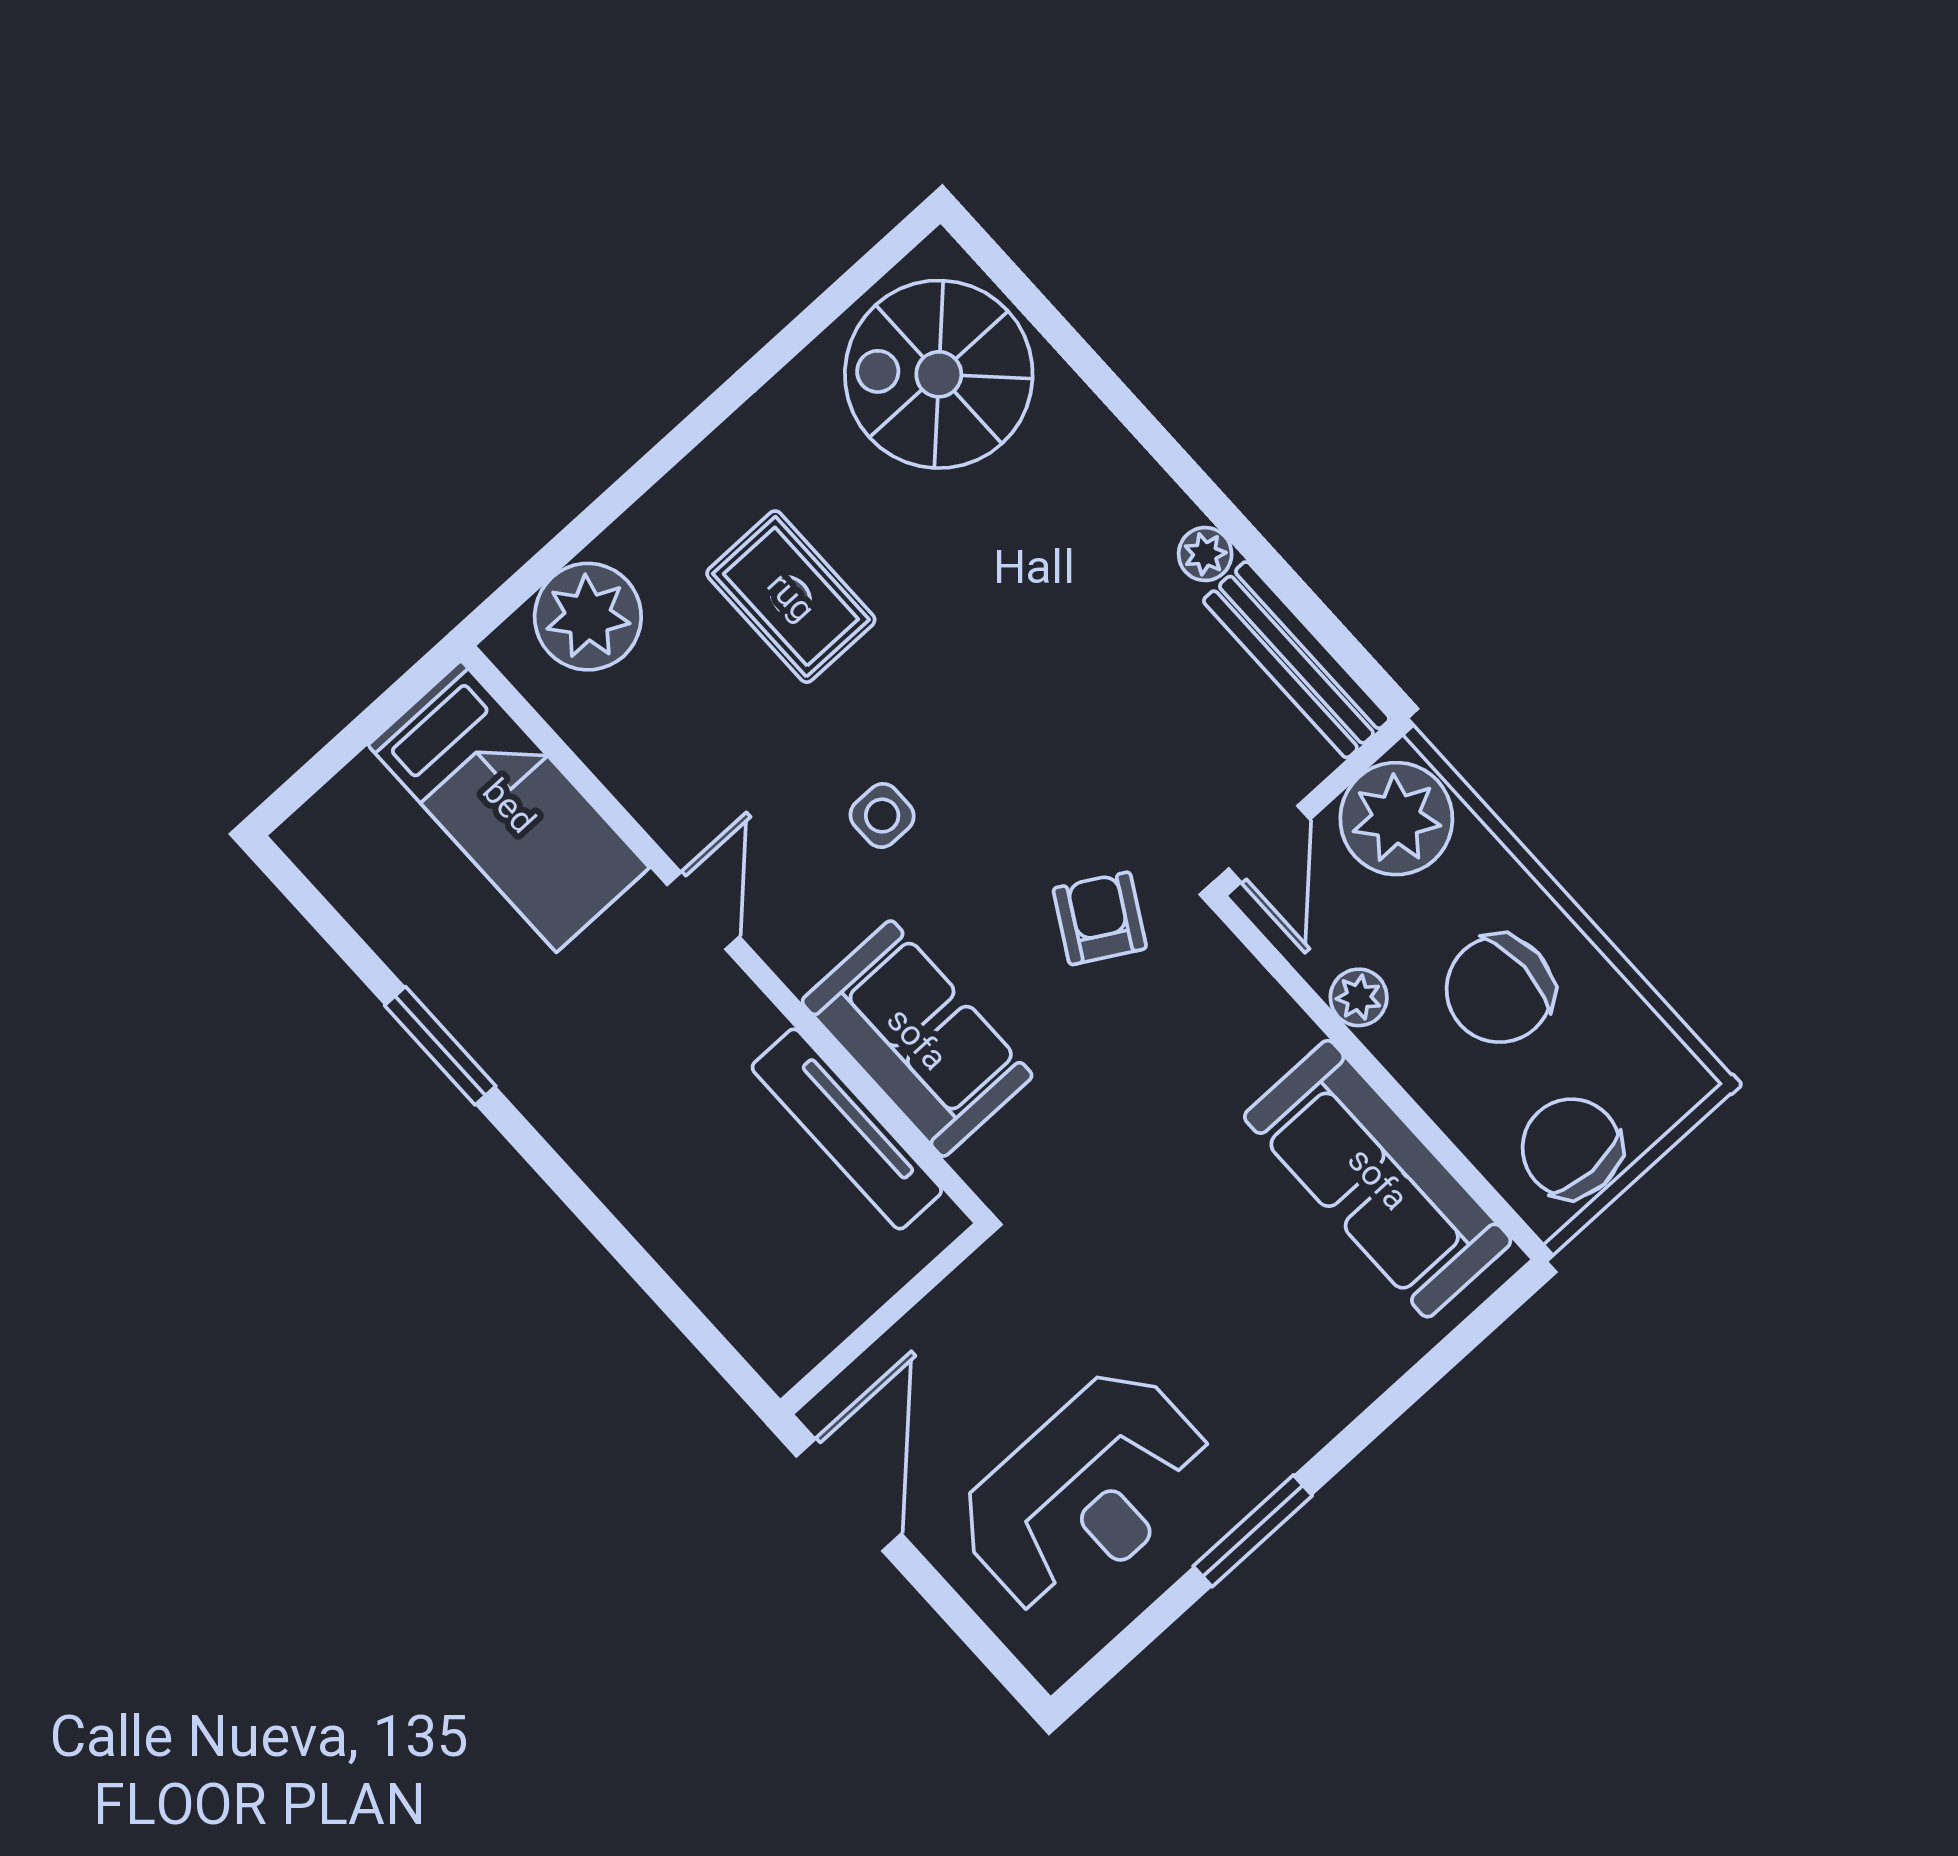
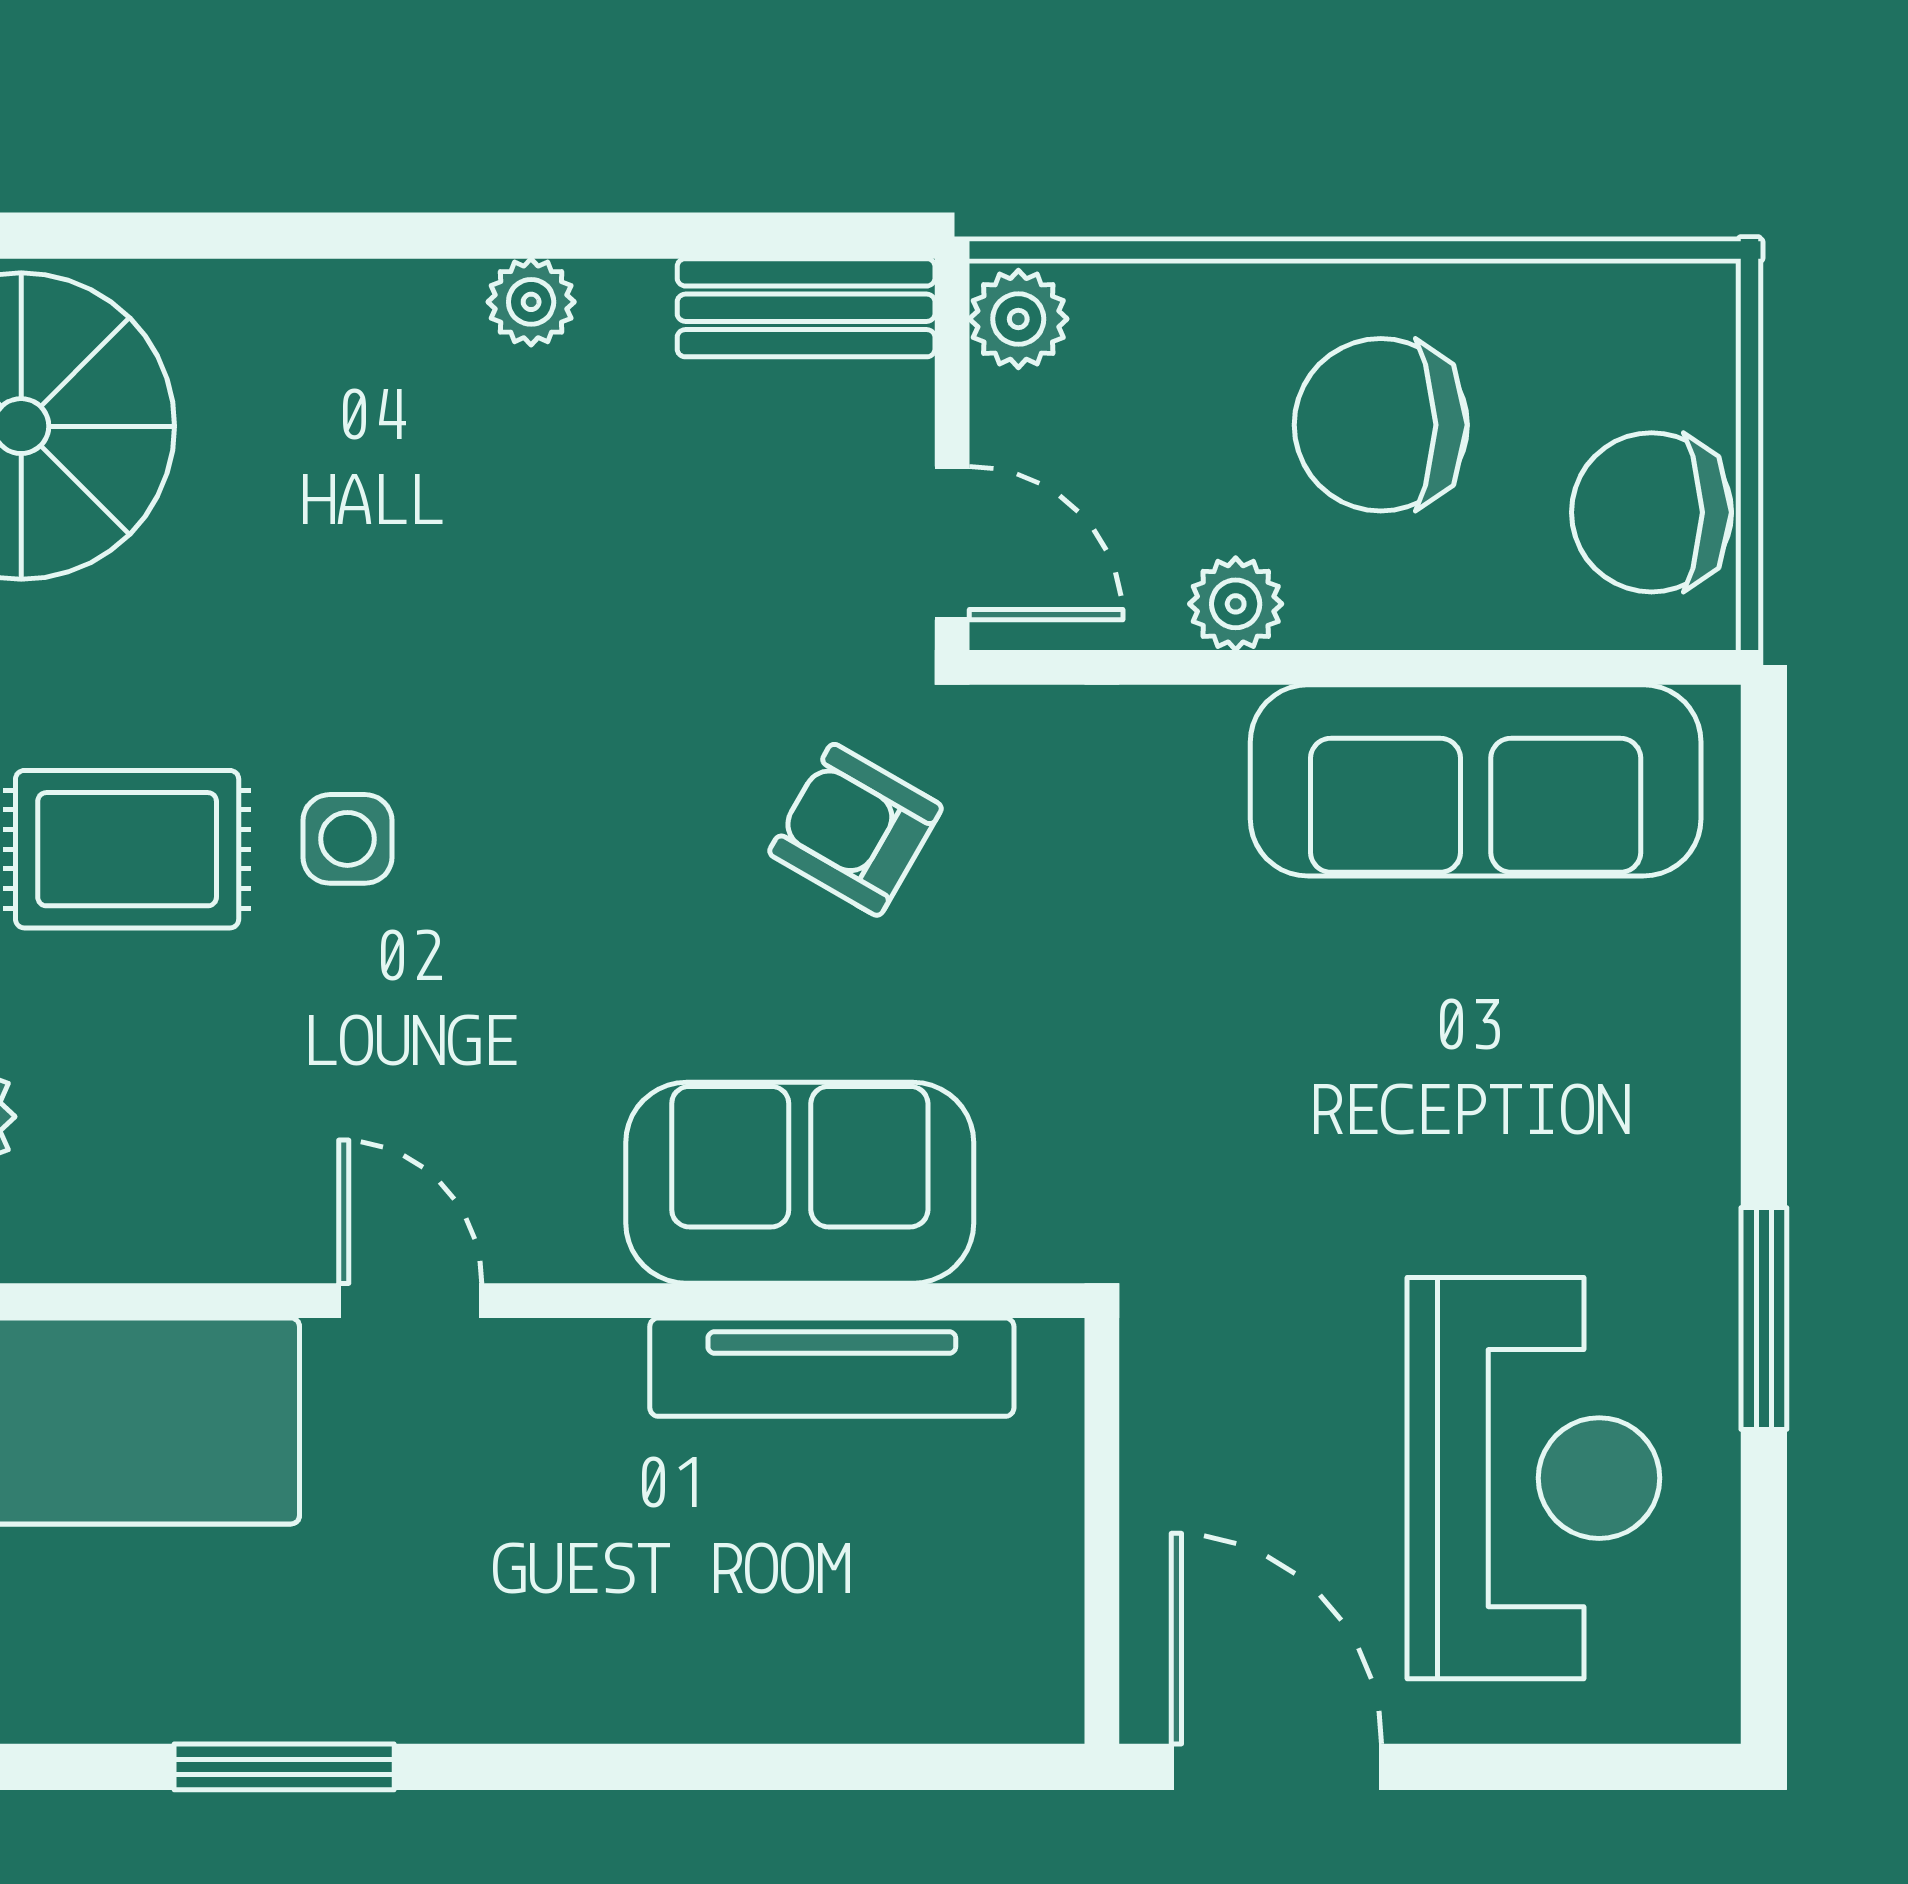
bench: (1296, 660) -> (806, 308), width x0.73
side table: (882, 816) -> (347, 839), moved
plant: (1396, 819) -> (1018, 319), width x0.53, depth x0.53
chair: (1499, 989) -> (1381, 425), turned 90

